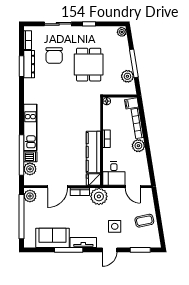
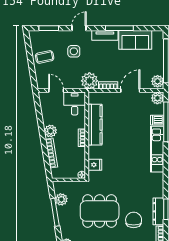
dining table: (89, 65) -> (100, 211), width x1.37
filing cabinet: (132, 103) -> (57, 173), removed
plant: (30, 169) -> (157, 98), moved
fridge: (93, 179) -> (95, 165), moved

